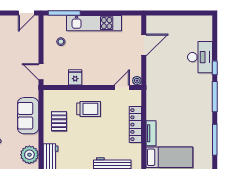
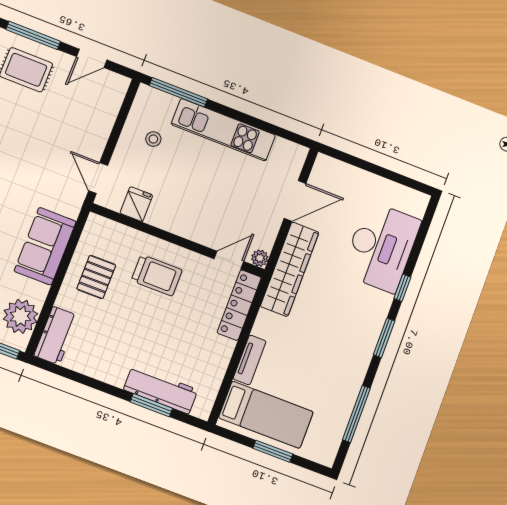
door: (26, 13) -> (92, 58), moved
desk: (200, 57) -> (381, 247), width x1.36, depth x1.30
fridge: (75, 77) -> (136, 204), moved
wardrobe: (154, 80) -> (290, 269), added
window: (215, 97) -> (384, 338), width x0.69
locker: (135, 125) -> (239, 305), moved

